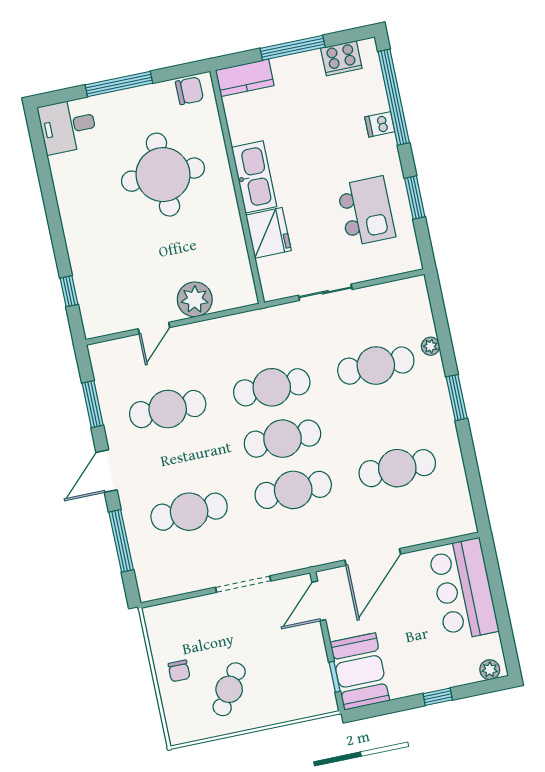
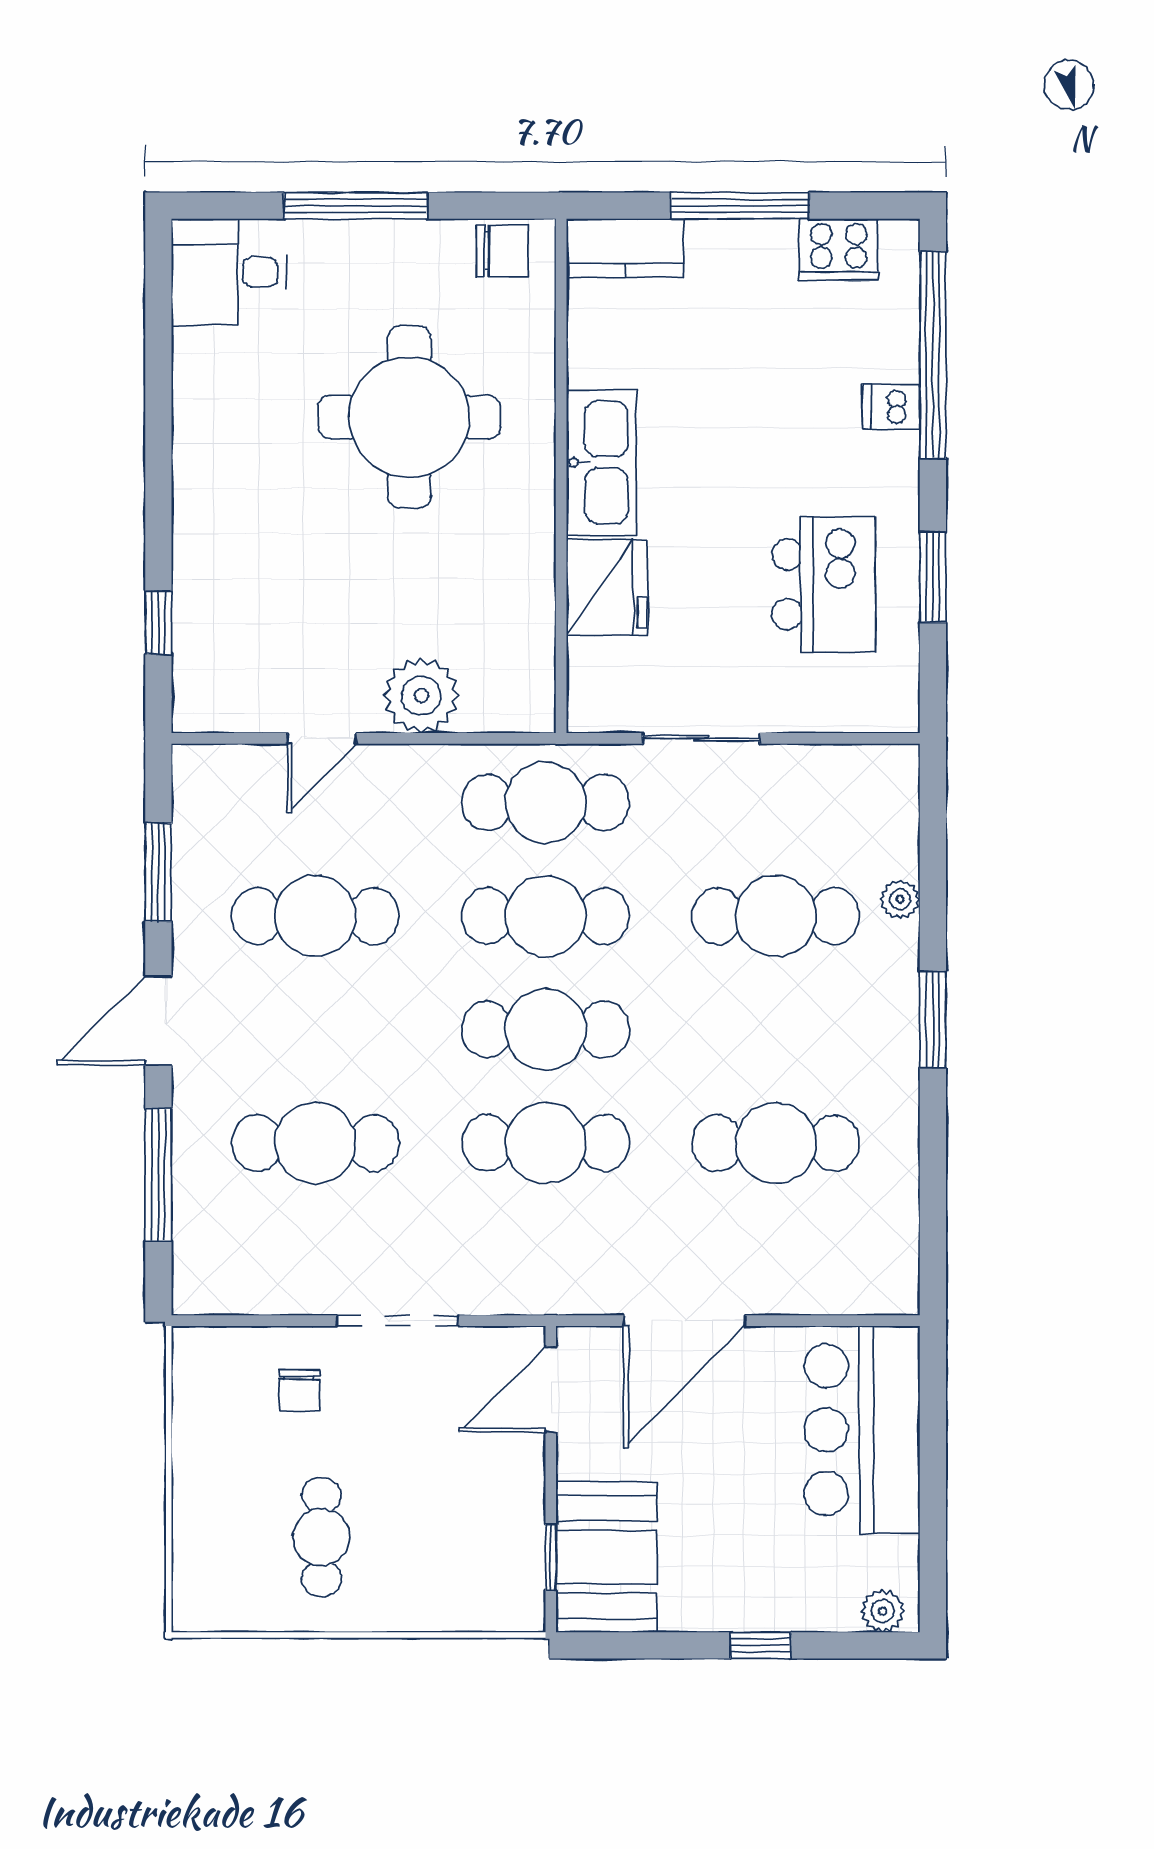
cafe table: (261, 336) -> (546, 803), added
chair: (179, 671) -> (299, 1390), moved
cafe table: (229, 689) -> (321, 1537), turned -33

